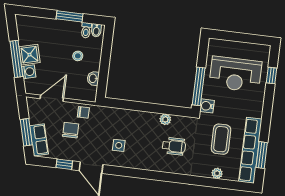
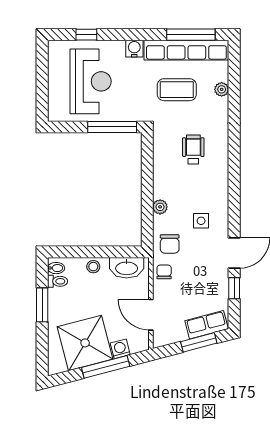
shower: (30, 55) -> (85, 343), width x1.86, depth x1.86
stool: (78, 56) -> (93, 267), moved
washbasin: (93, 78) -> (127, 268), width x1.91, depth x1.45
water cooler: (207, 106) -> (134, 49), moved, turned 180
plant: (165, 119) -> (160, 207), moved
chair: (71, 130) -> (170, 244), moved, turned -90
window: (262, 155) -> (191, 35), width x1.44

